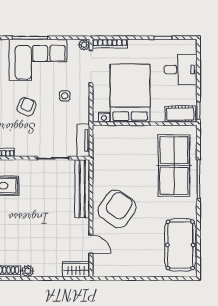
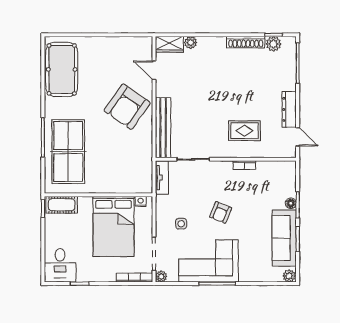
desk: (181, 70) -> (60, 265), moved, turned -90
plant: (28, 271) -> (191, 43), moved

